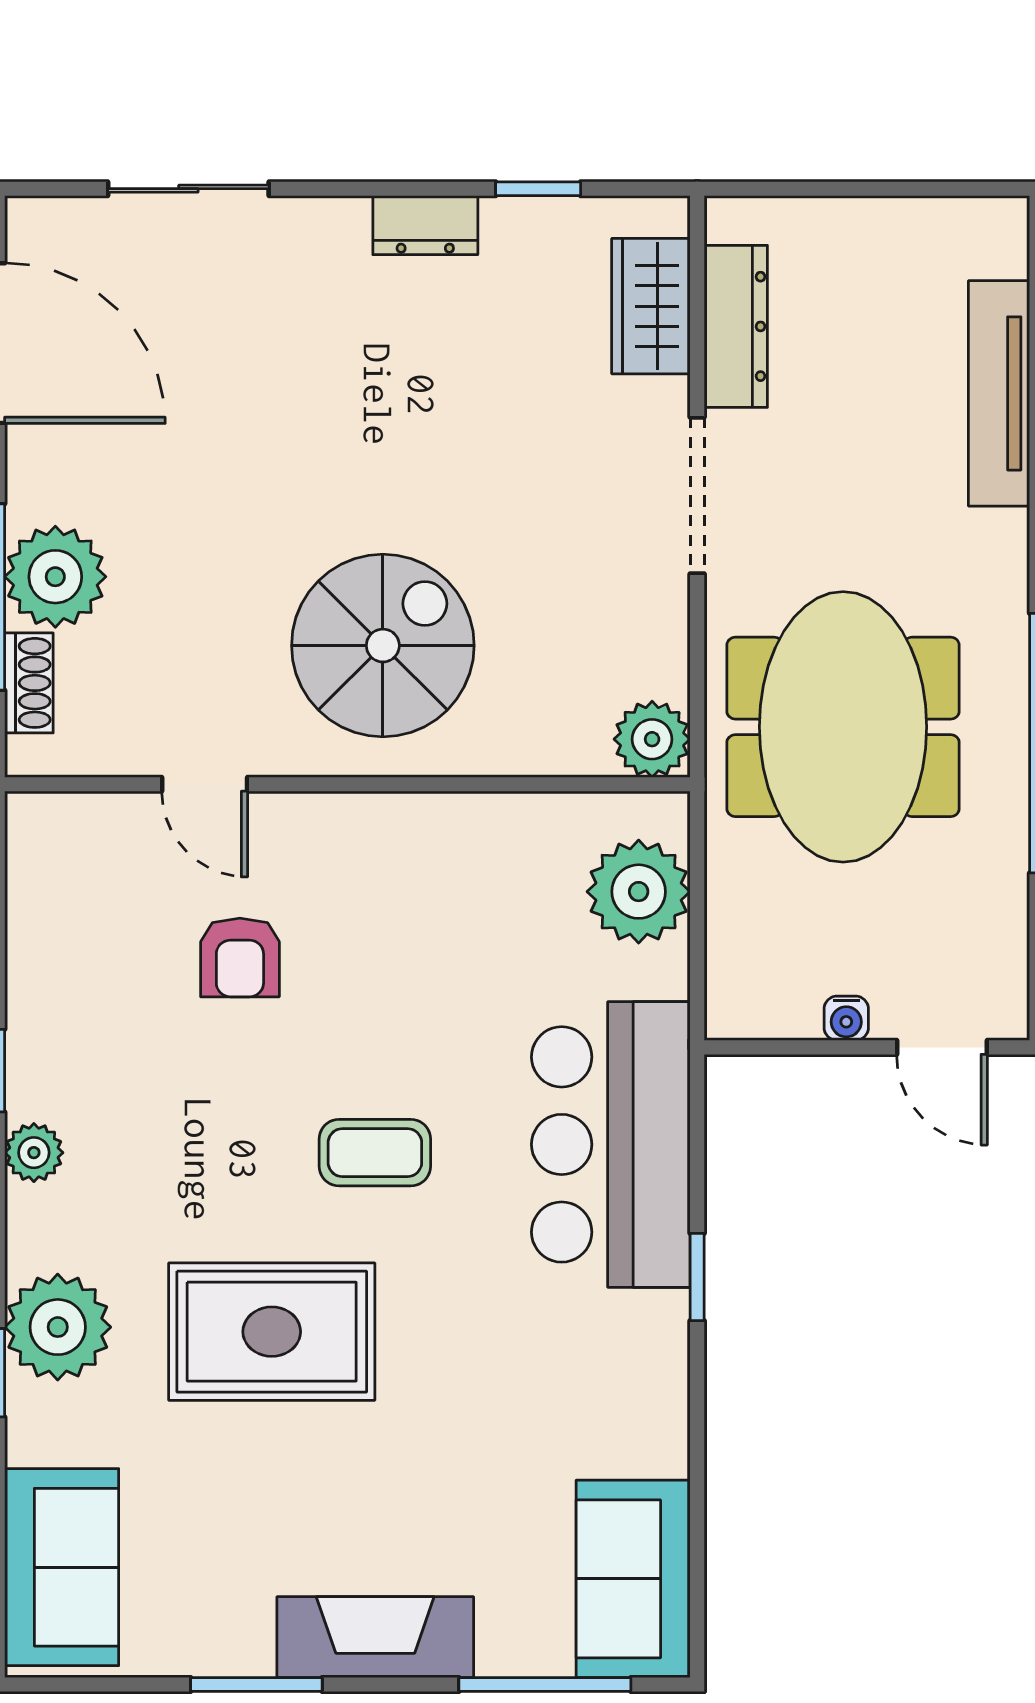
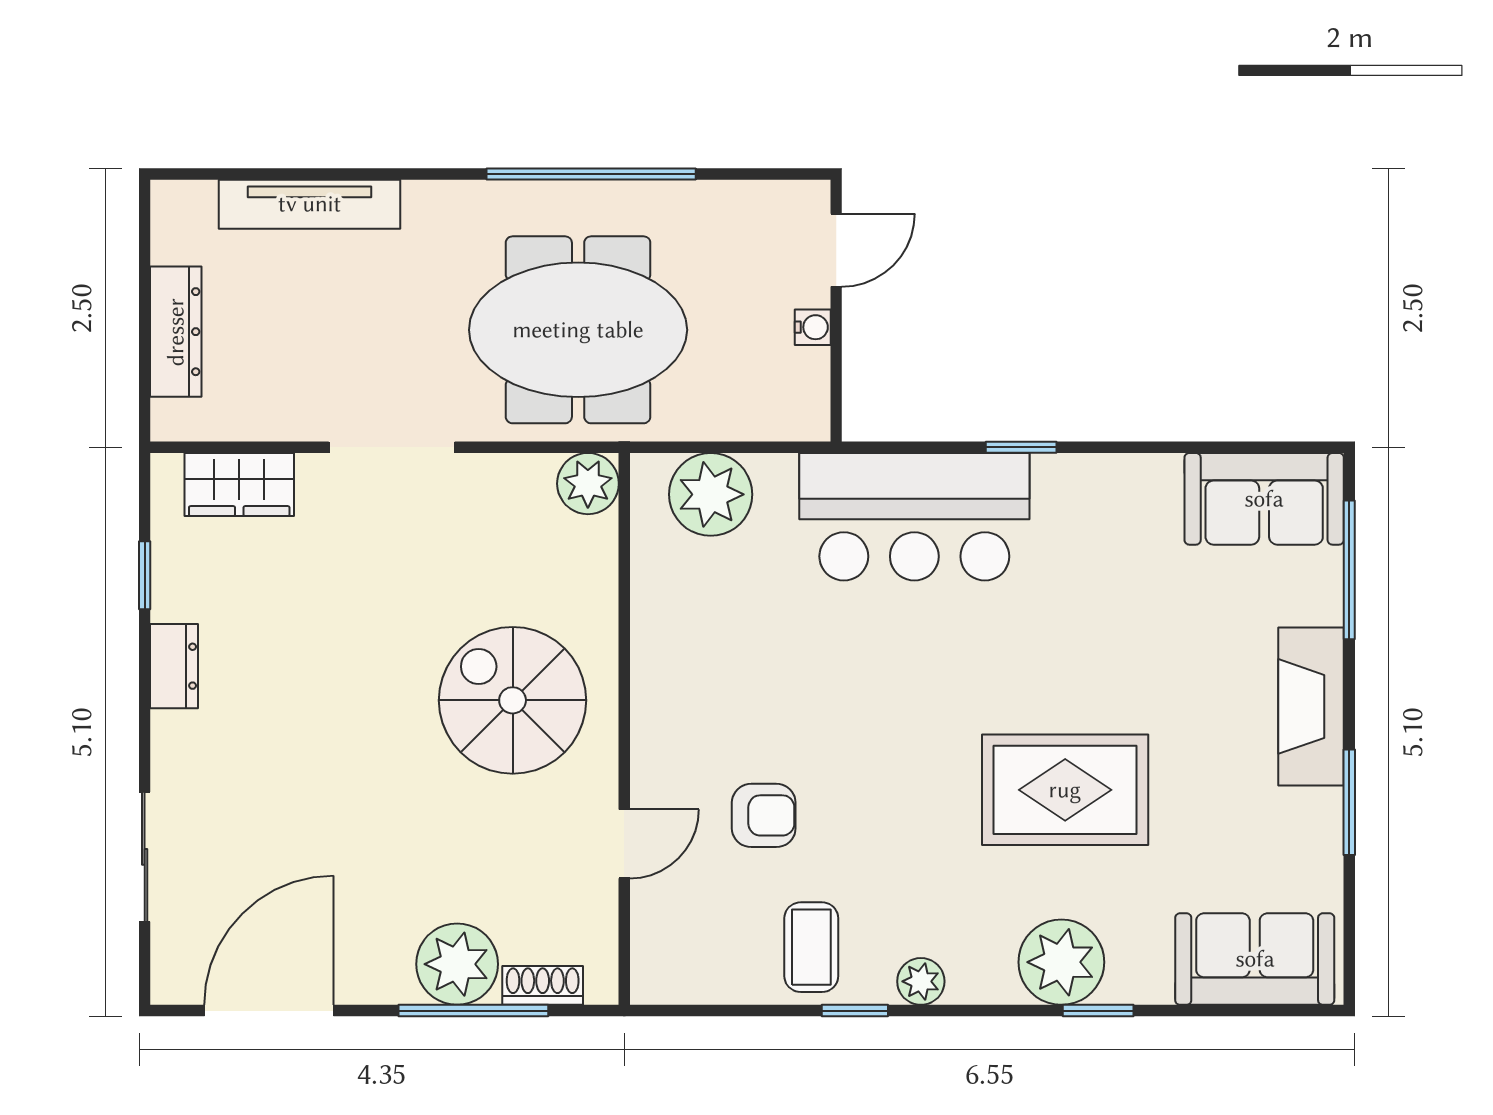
dresser: (736, 326) -> (176, 332), moved, turned 90
coffee table: (375, 1153) -> (811, 947), moved
rug: (272, 1332) -> (1065, 790), turned 90

